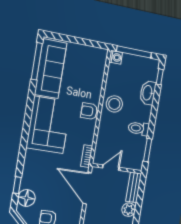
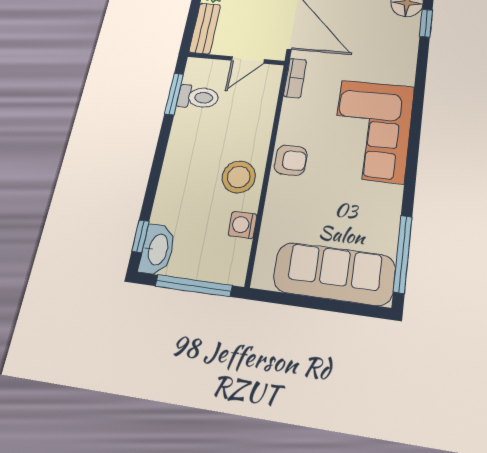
washing machine: (116, 57) -> (243, 225), moved
sofa: (51, 69) -> (334, 274), moved, turned 90
washbasin: (148, 93) -> (157, 249), moved
toilet: (139, 128) -> (198, 97), moved

